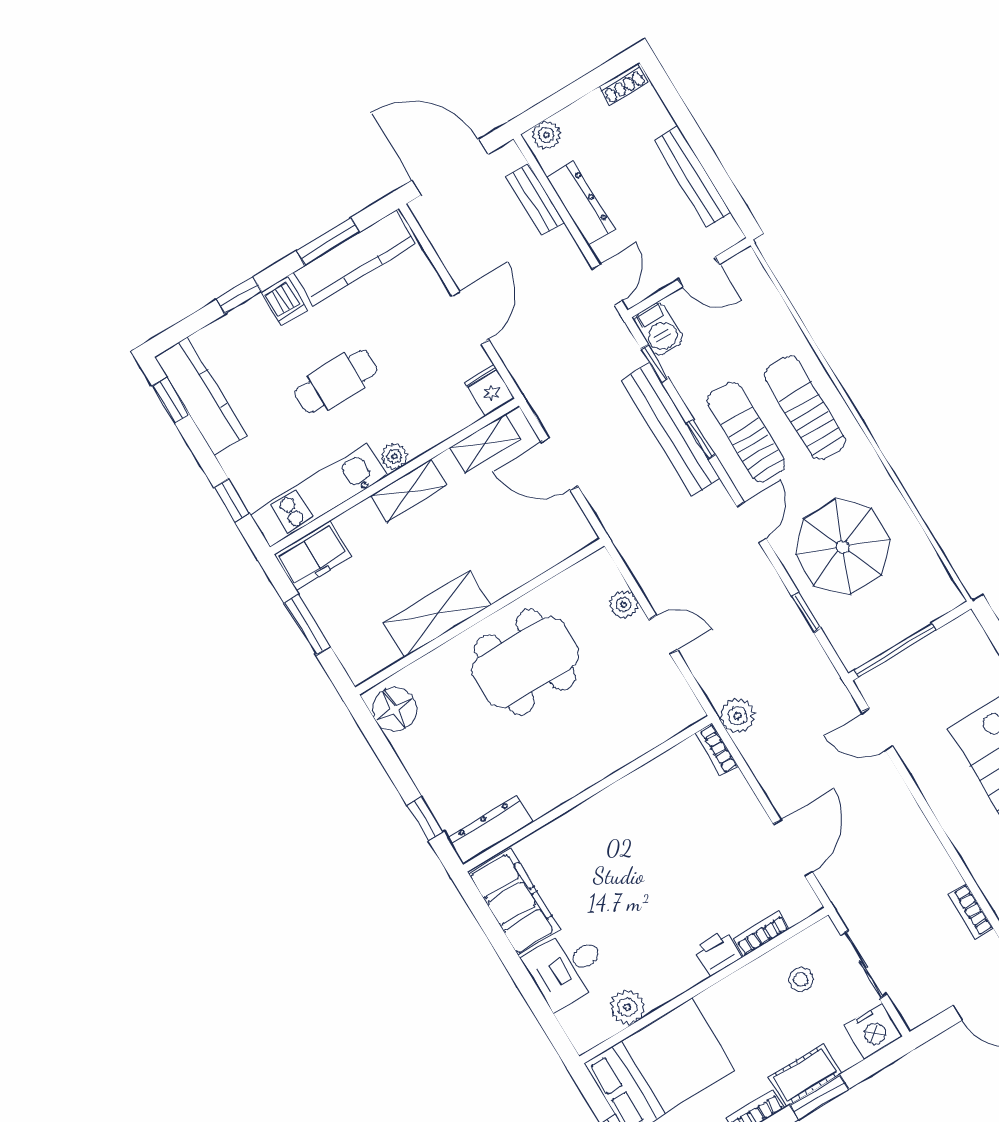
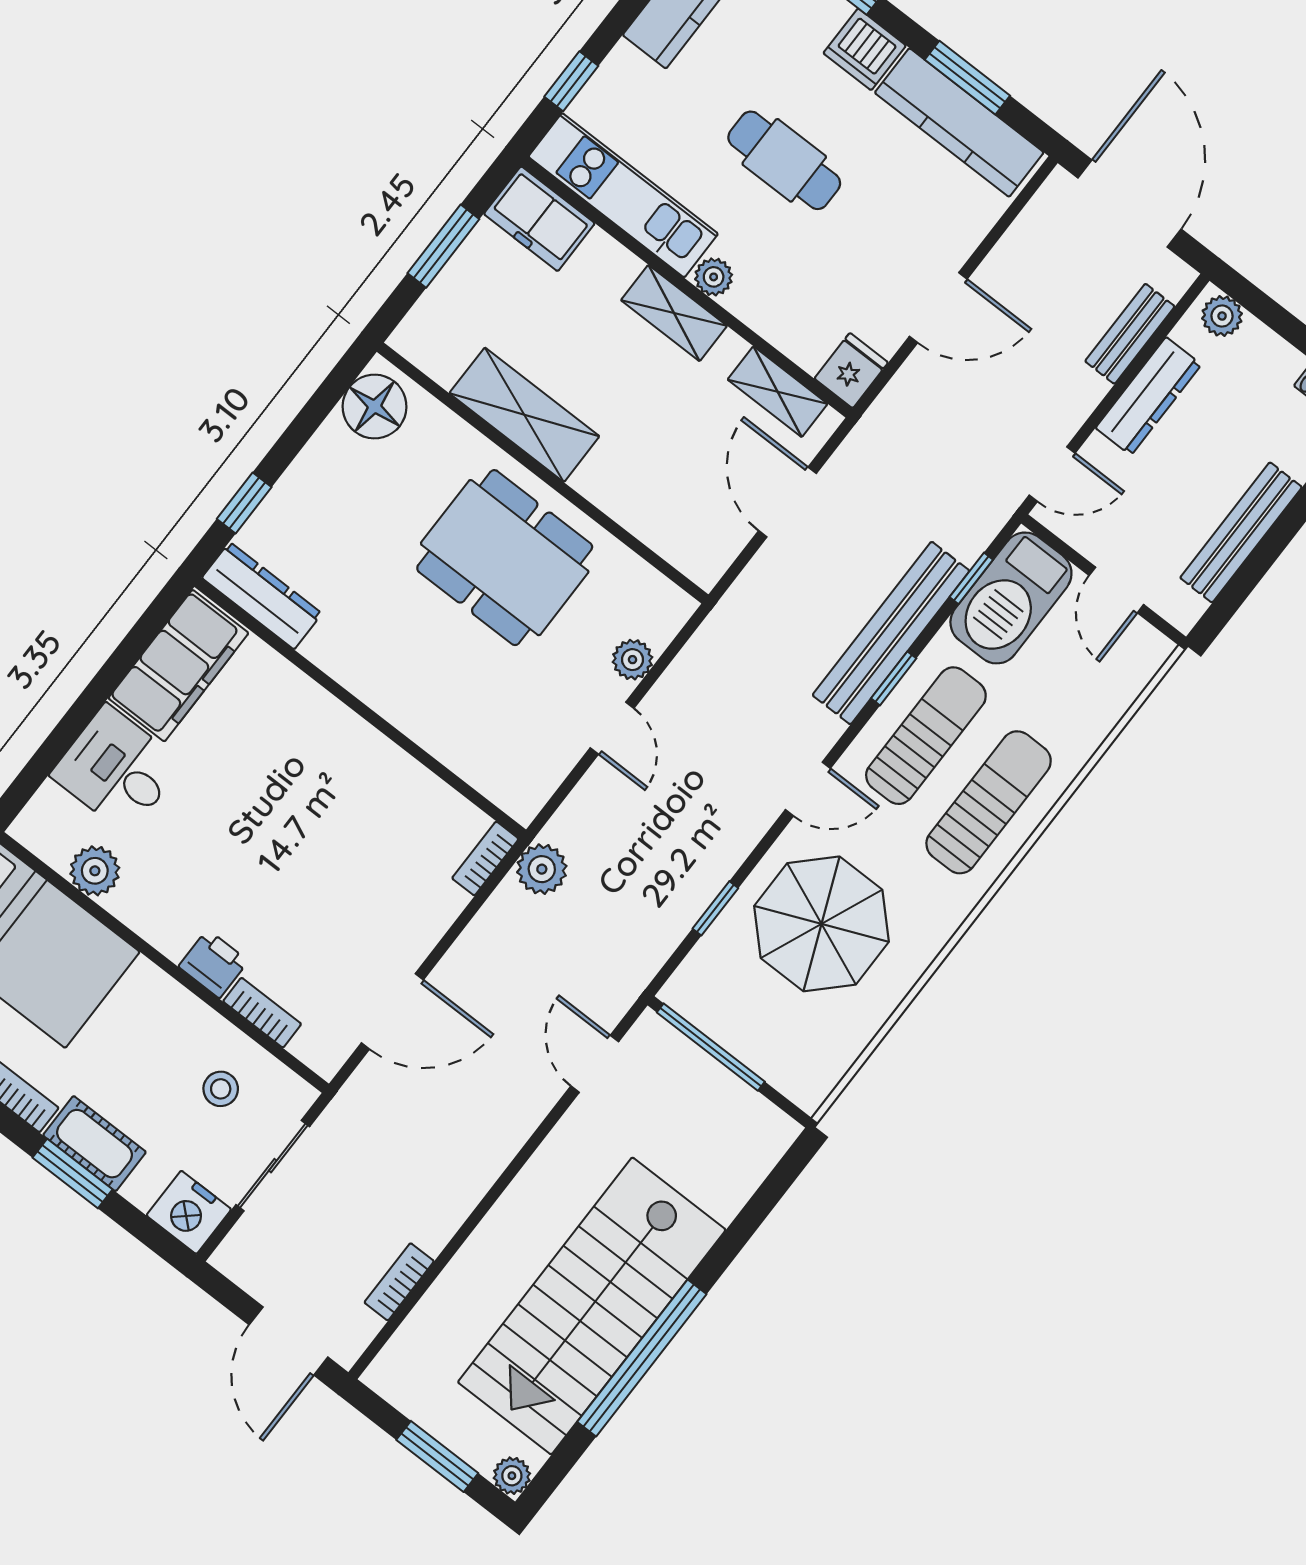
dishwasher: (284, 301) -> (865, 49), width x1.38
barbecue: (659, 329) -> (1011, 598), width x1.88, depth x1.53

